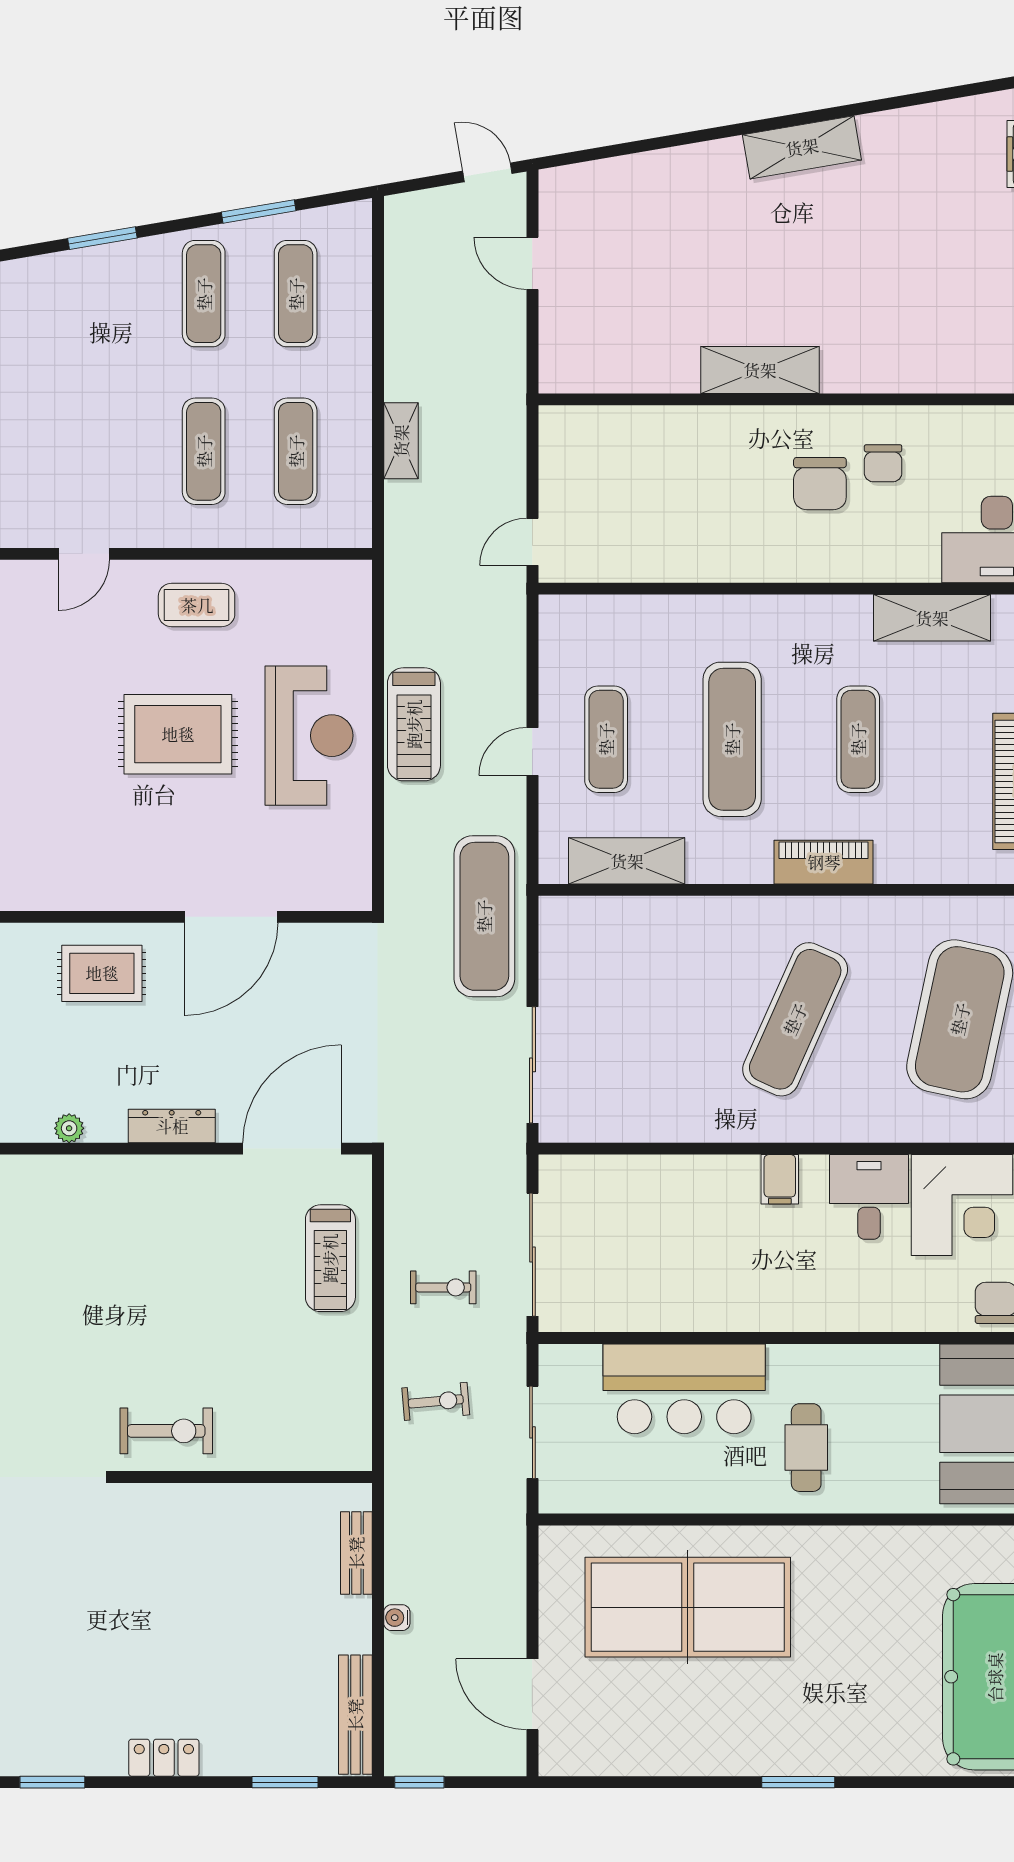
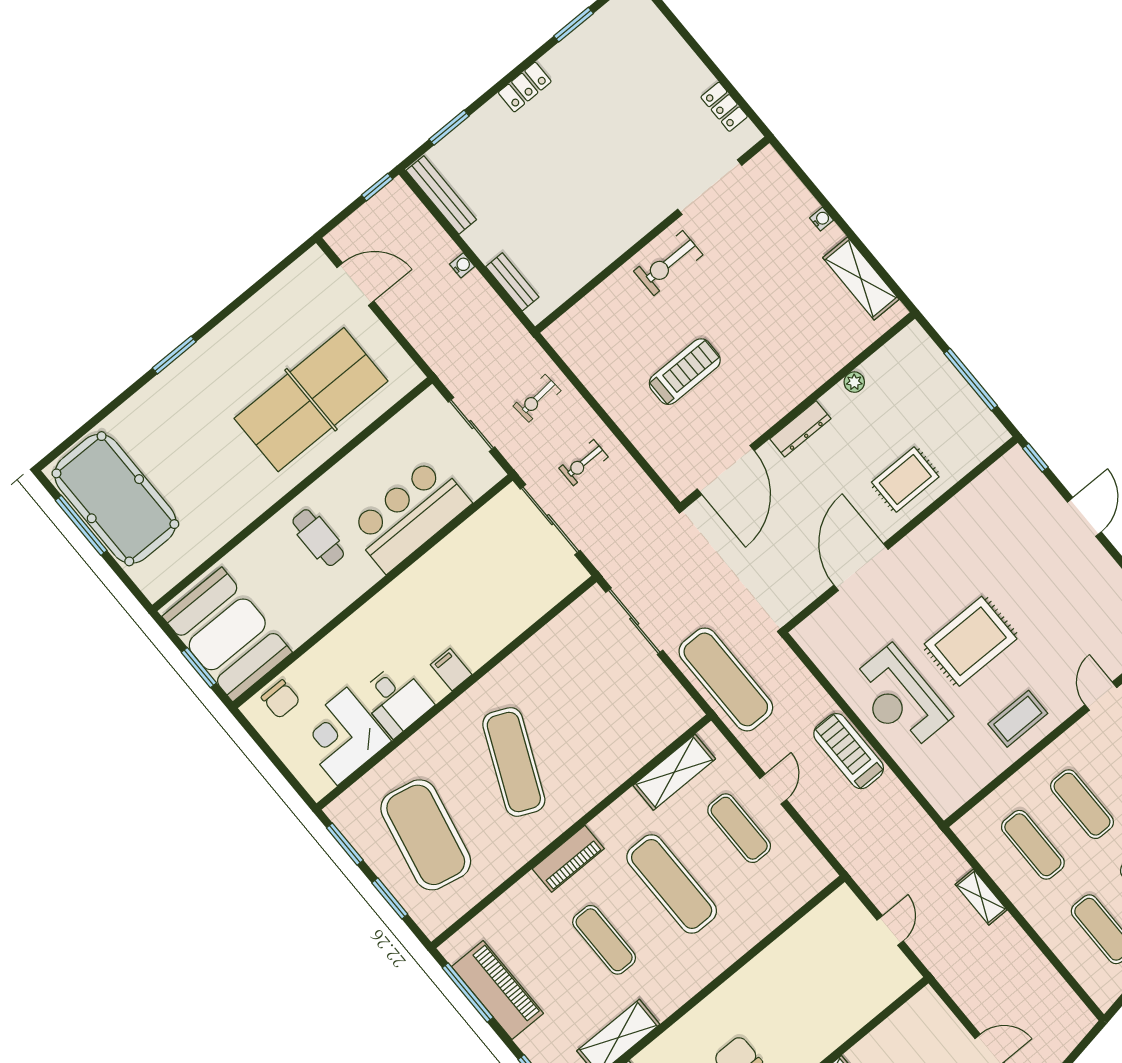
door: (532, 542) -> (890, 931), moved
treadmill: (330, 1258) -> (685, 372), moved, turned 90

